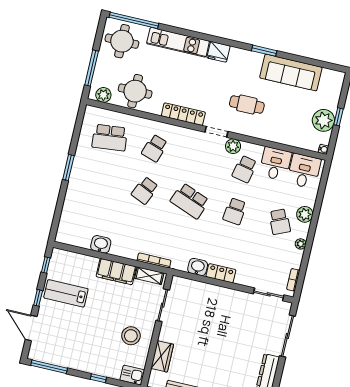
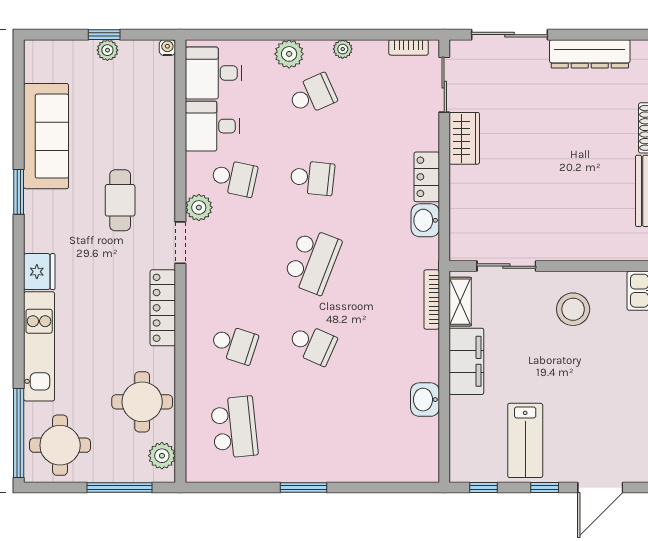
plant: (323, 120) -> (107, 50), width x0.53, depth x0.53
wardrobe: (162, 356) -> (464, 138), moved, turned 90

